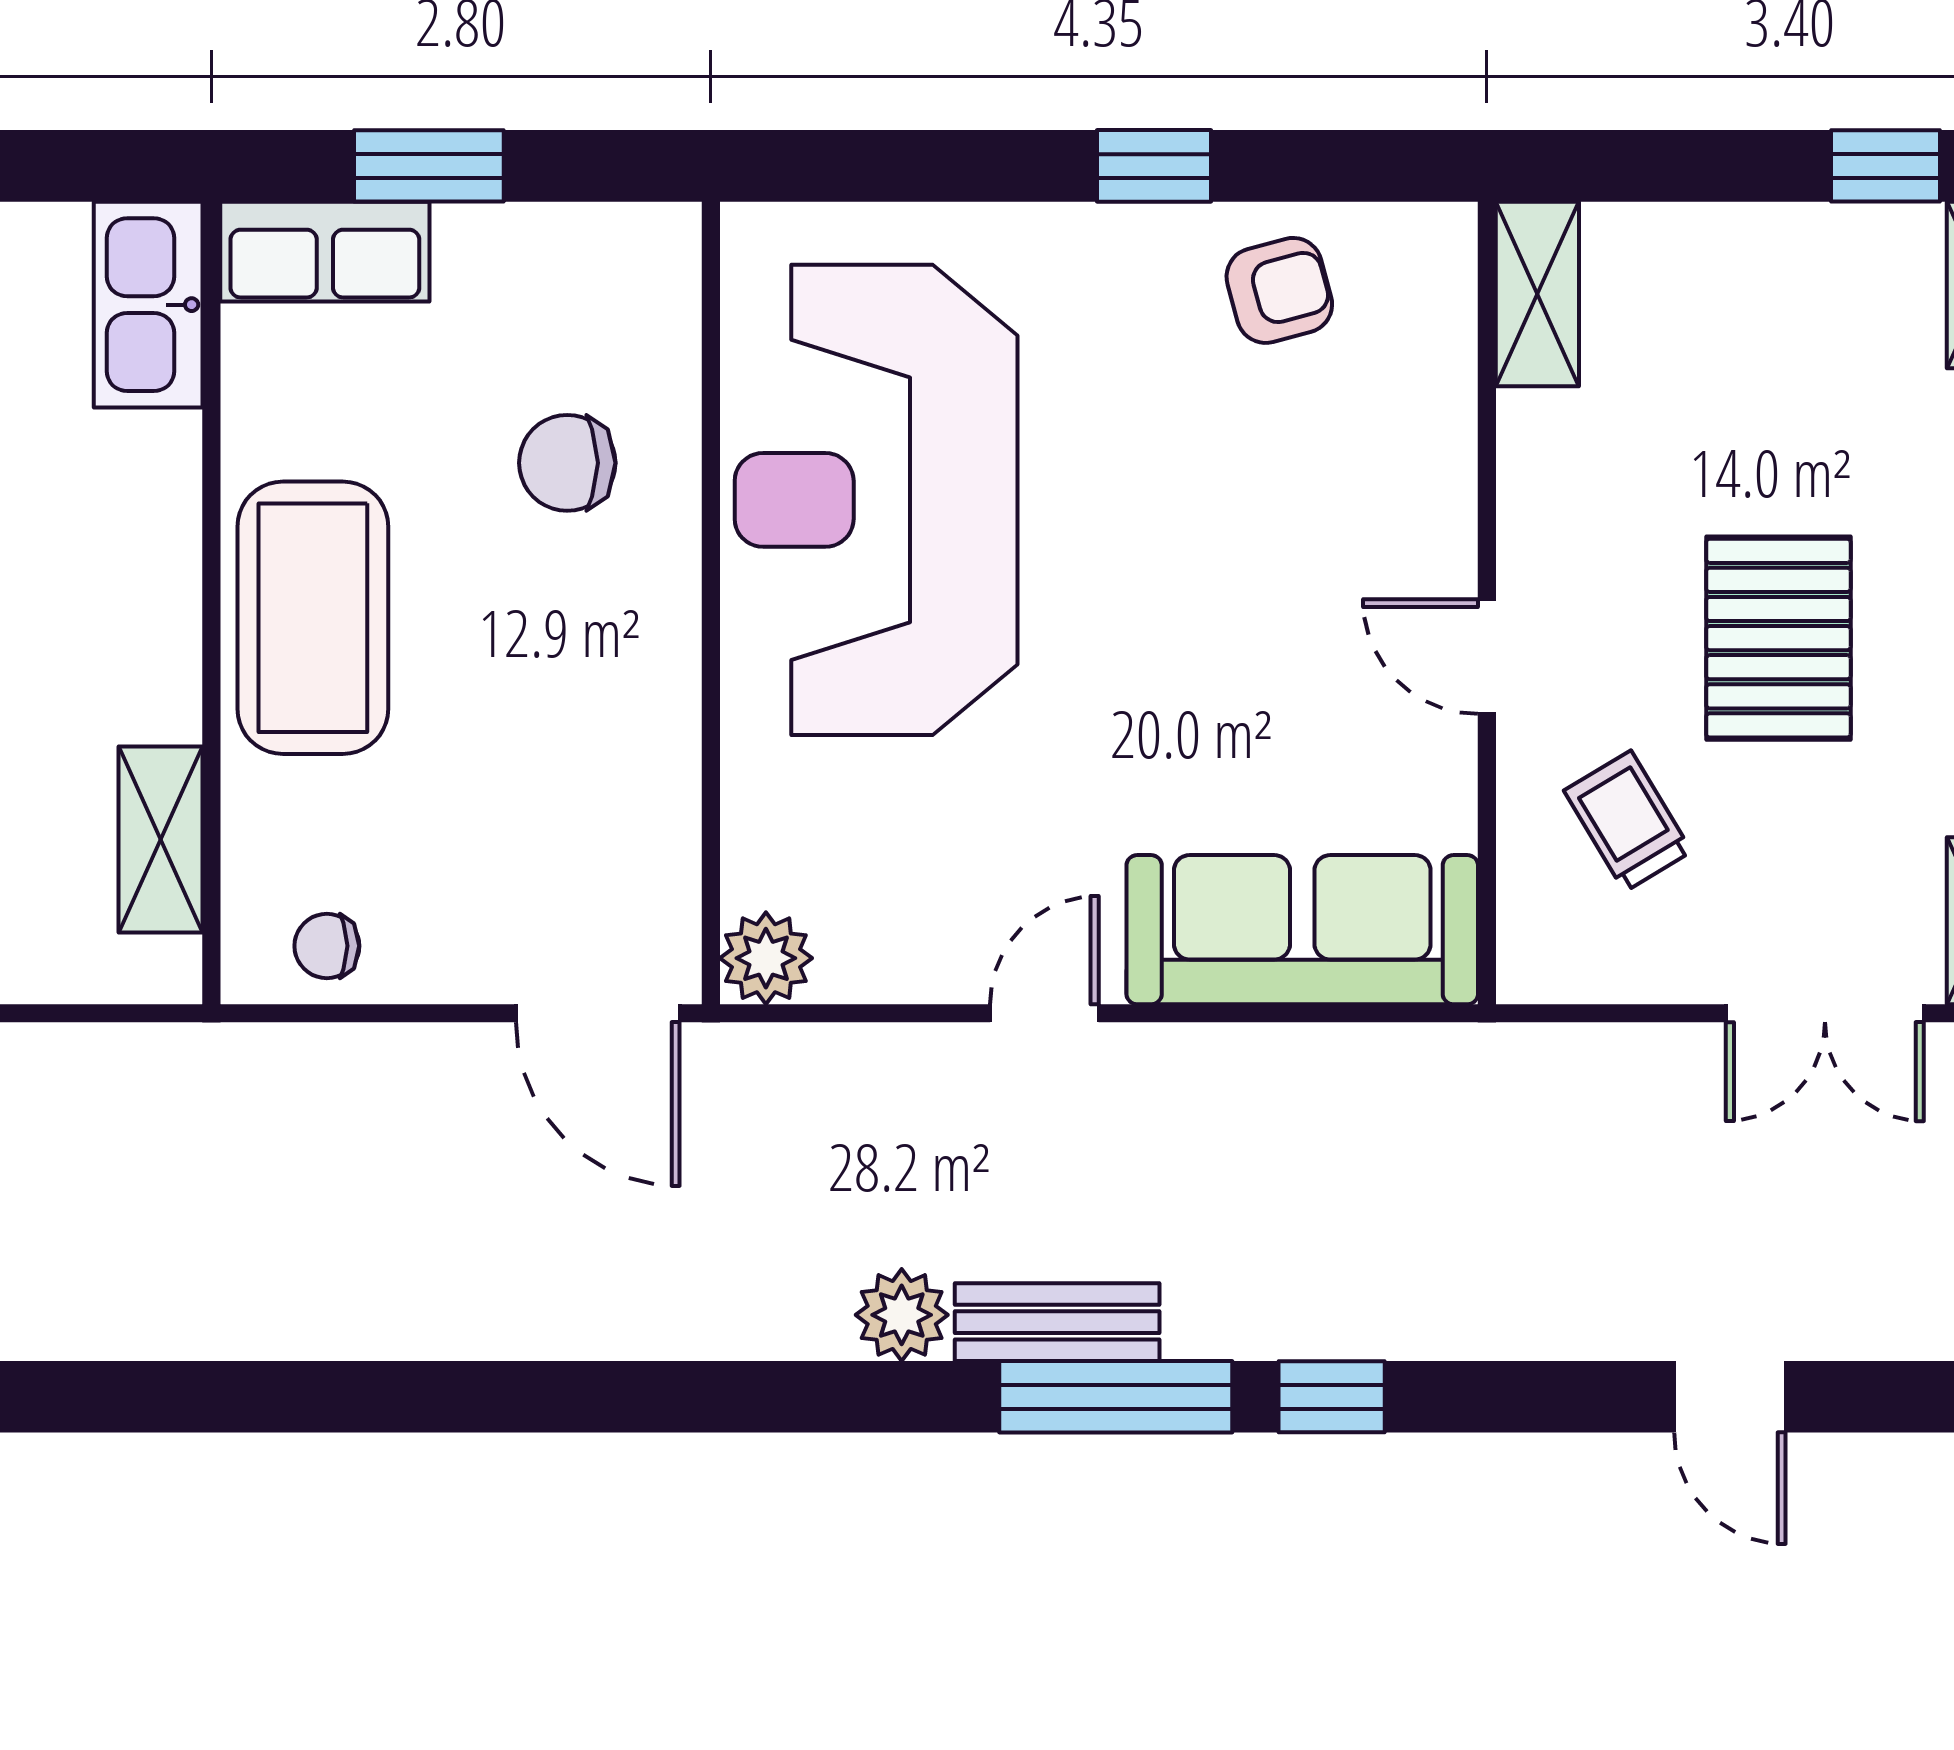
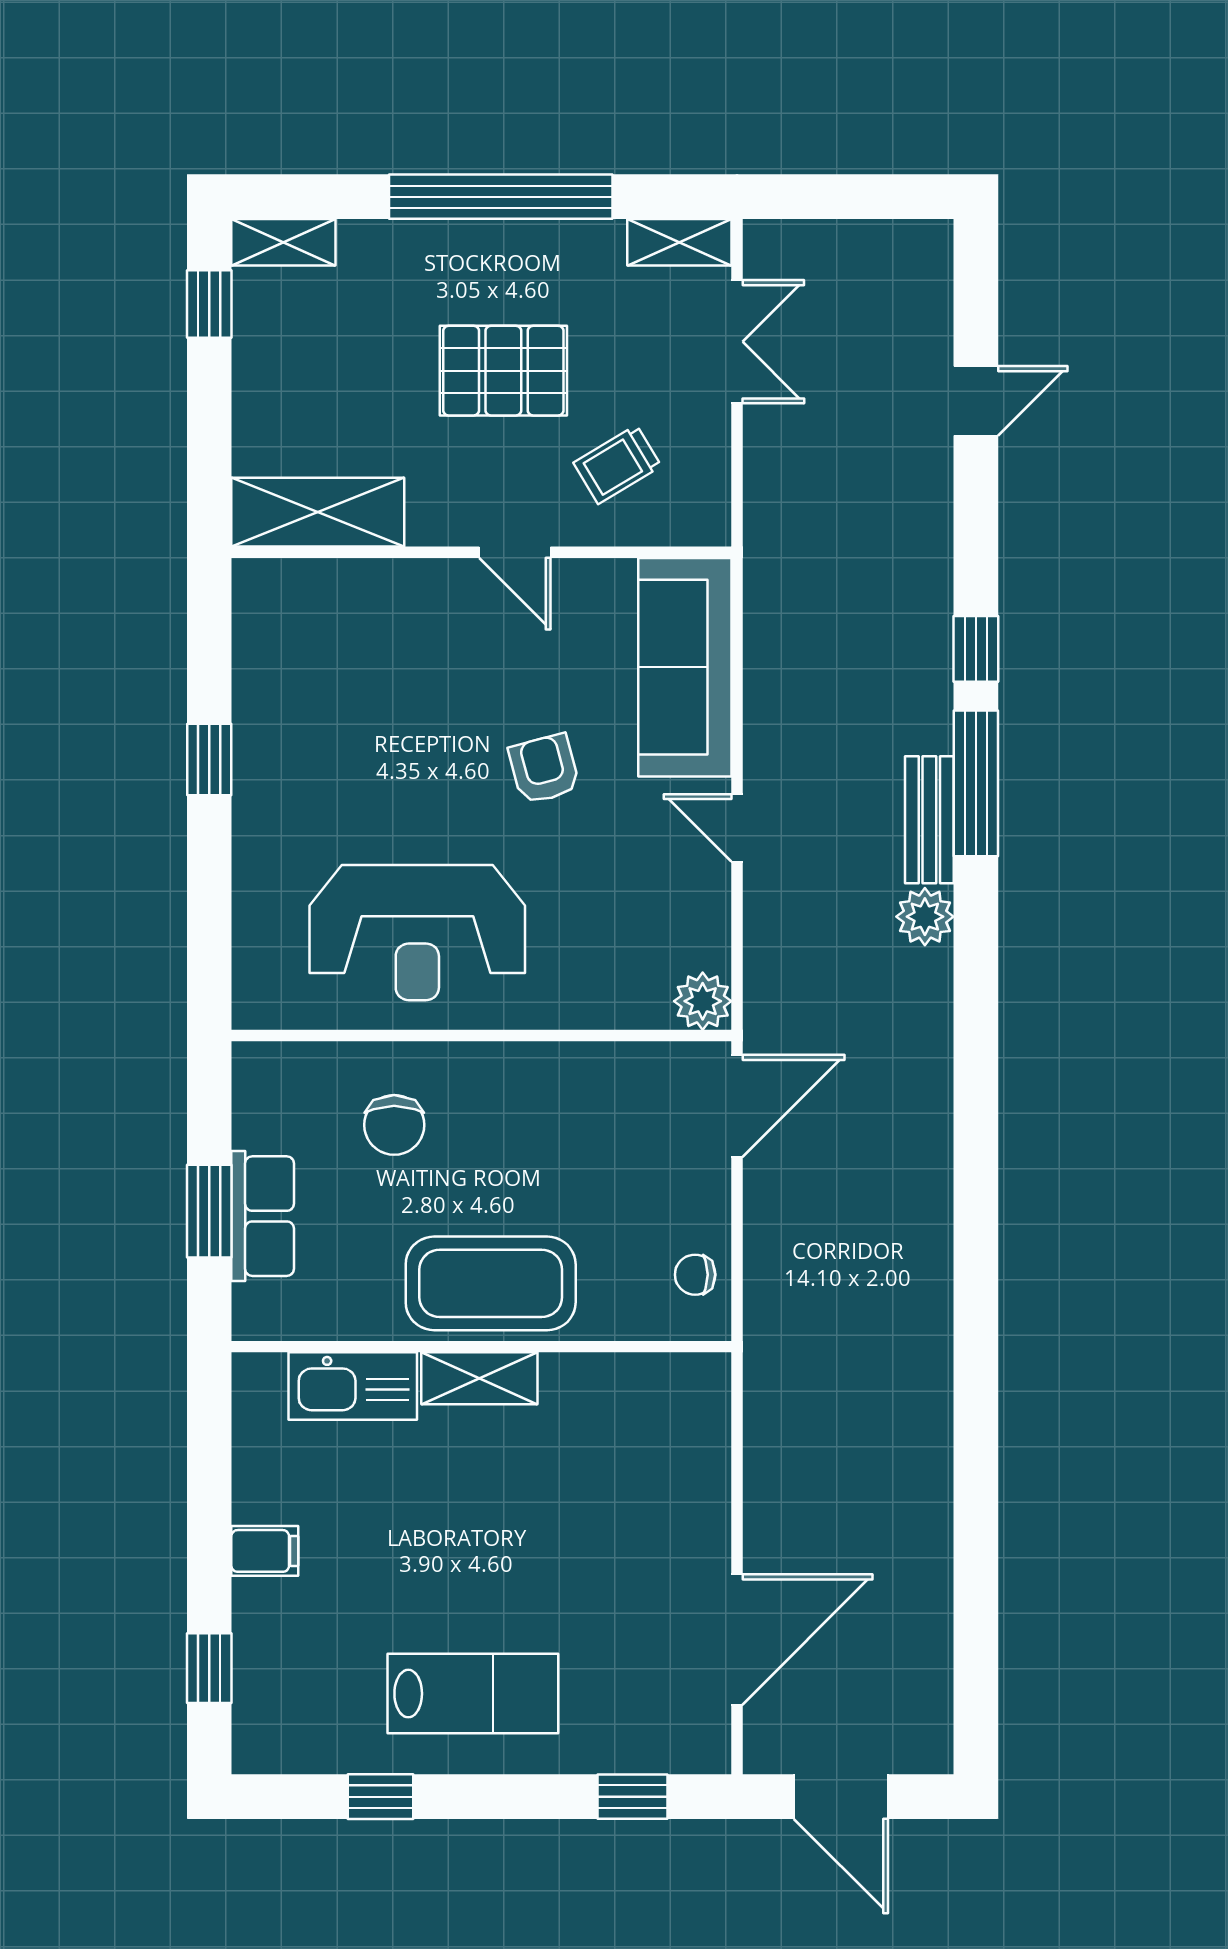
row of seats: (325, 252) -> (263, 1216), moved
armchair: (1279, 290) -> (544, 769), moved
shelving: (1537, 294) -> (318, 512), width x1.50, depth x1.33
kitchen sink: (148, 305) -> (353, 1386), moved
reception desk: (876, 500) -> (417, 933), width x0.74, depth x0.77
door: (1487, 657) -> (515, 552), hinge flipped
shelving: (161, 839) -> (479, 1378), moved
chair: (327, 946) -> (695, 1275), turned 90

